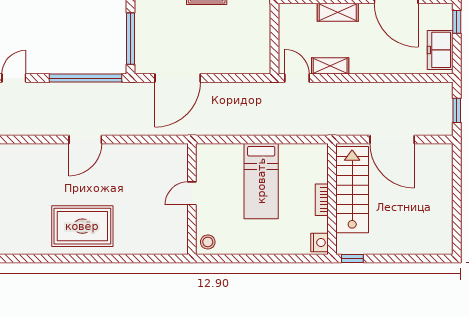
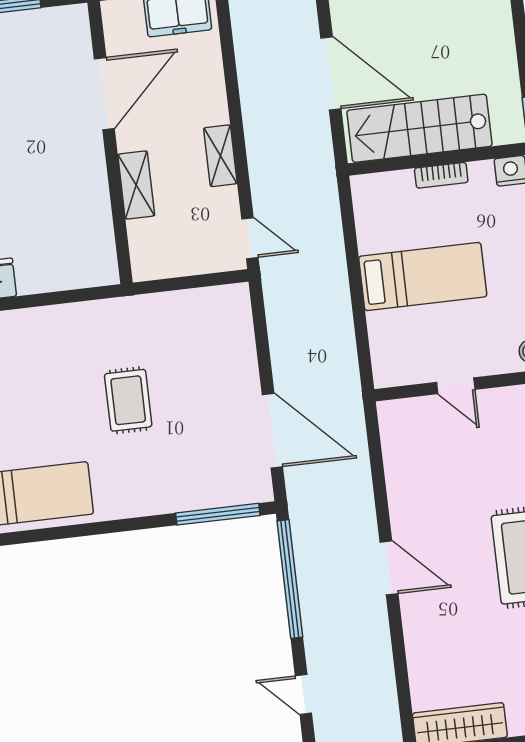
shelving: (330, 66) -> (220, 156), moved
door: (297, 78) -> (250, 238), swing flipped
door: (392, 139) -> (331, 73), hinge flipped

